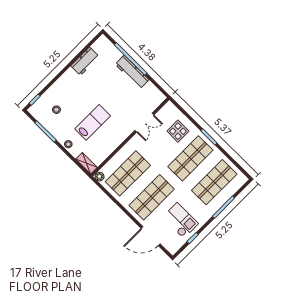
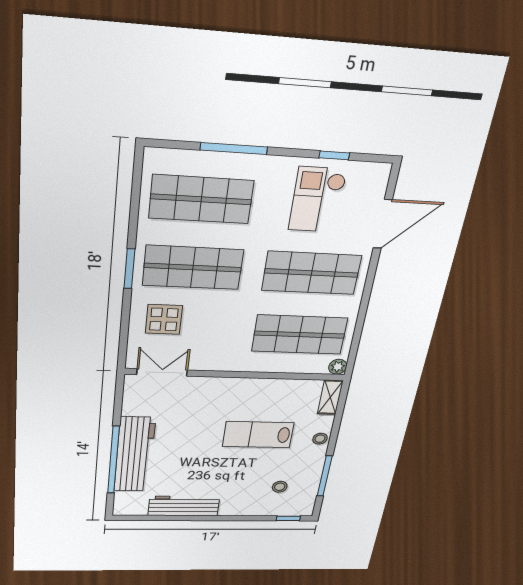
workbench: (85, 61) -> (184, 506), width x1.38
workbench: (132, 72) -> (135, 455), width x1.36, depth x1.32
double door: (144, 123) -> (162, 372), moved
door: (151, 236) -> (383, 224), hinge flipped

